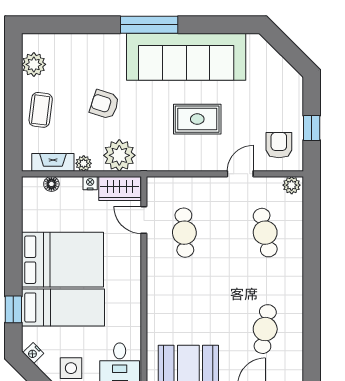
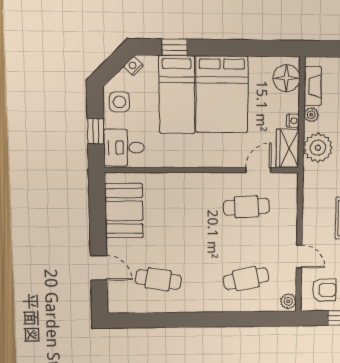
floor lamp: (51, 184) -> (286, 78), width x1.89, depth x1.89

